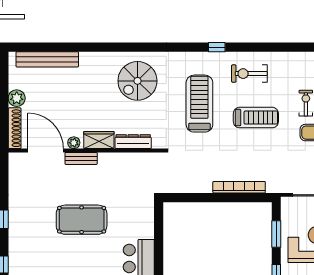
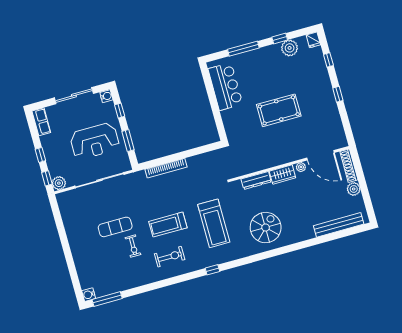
exercise bike: (249, 74) -> (170, 257), moved
bench: (81, 158) -> (292, 157), removed

